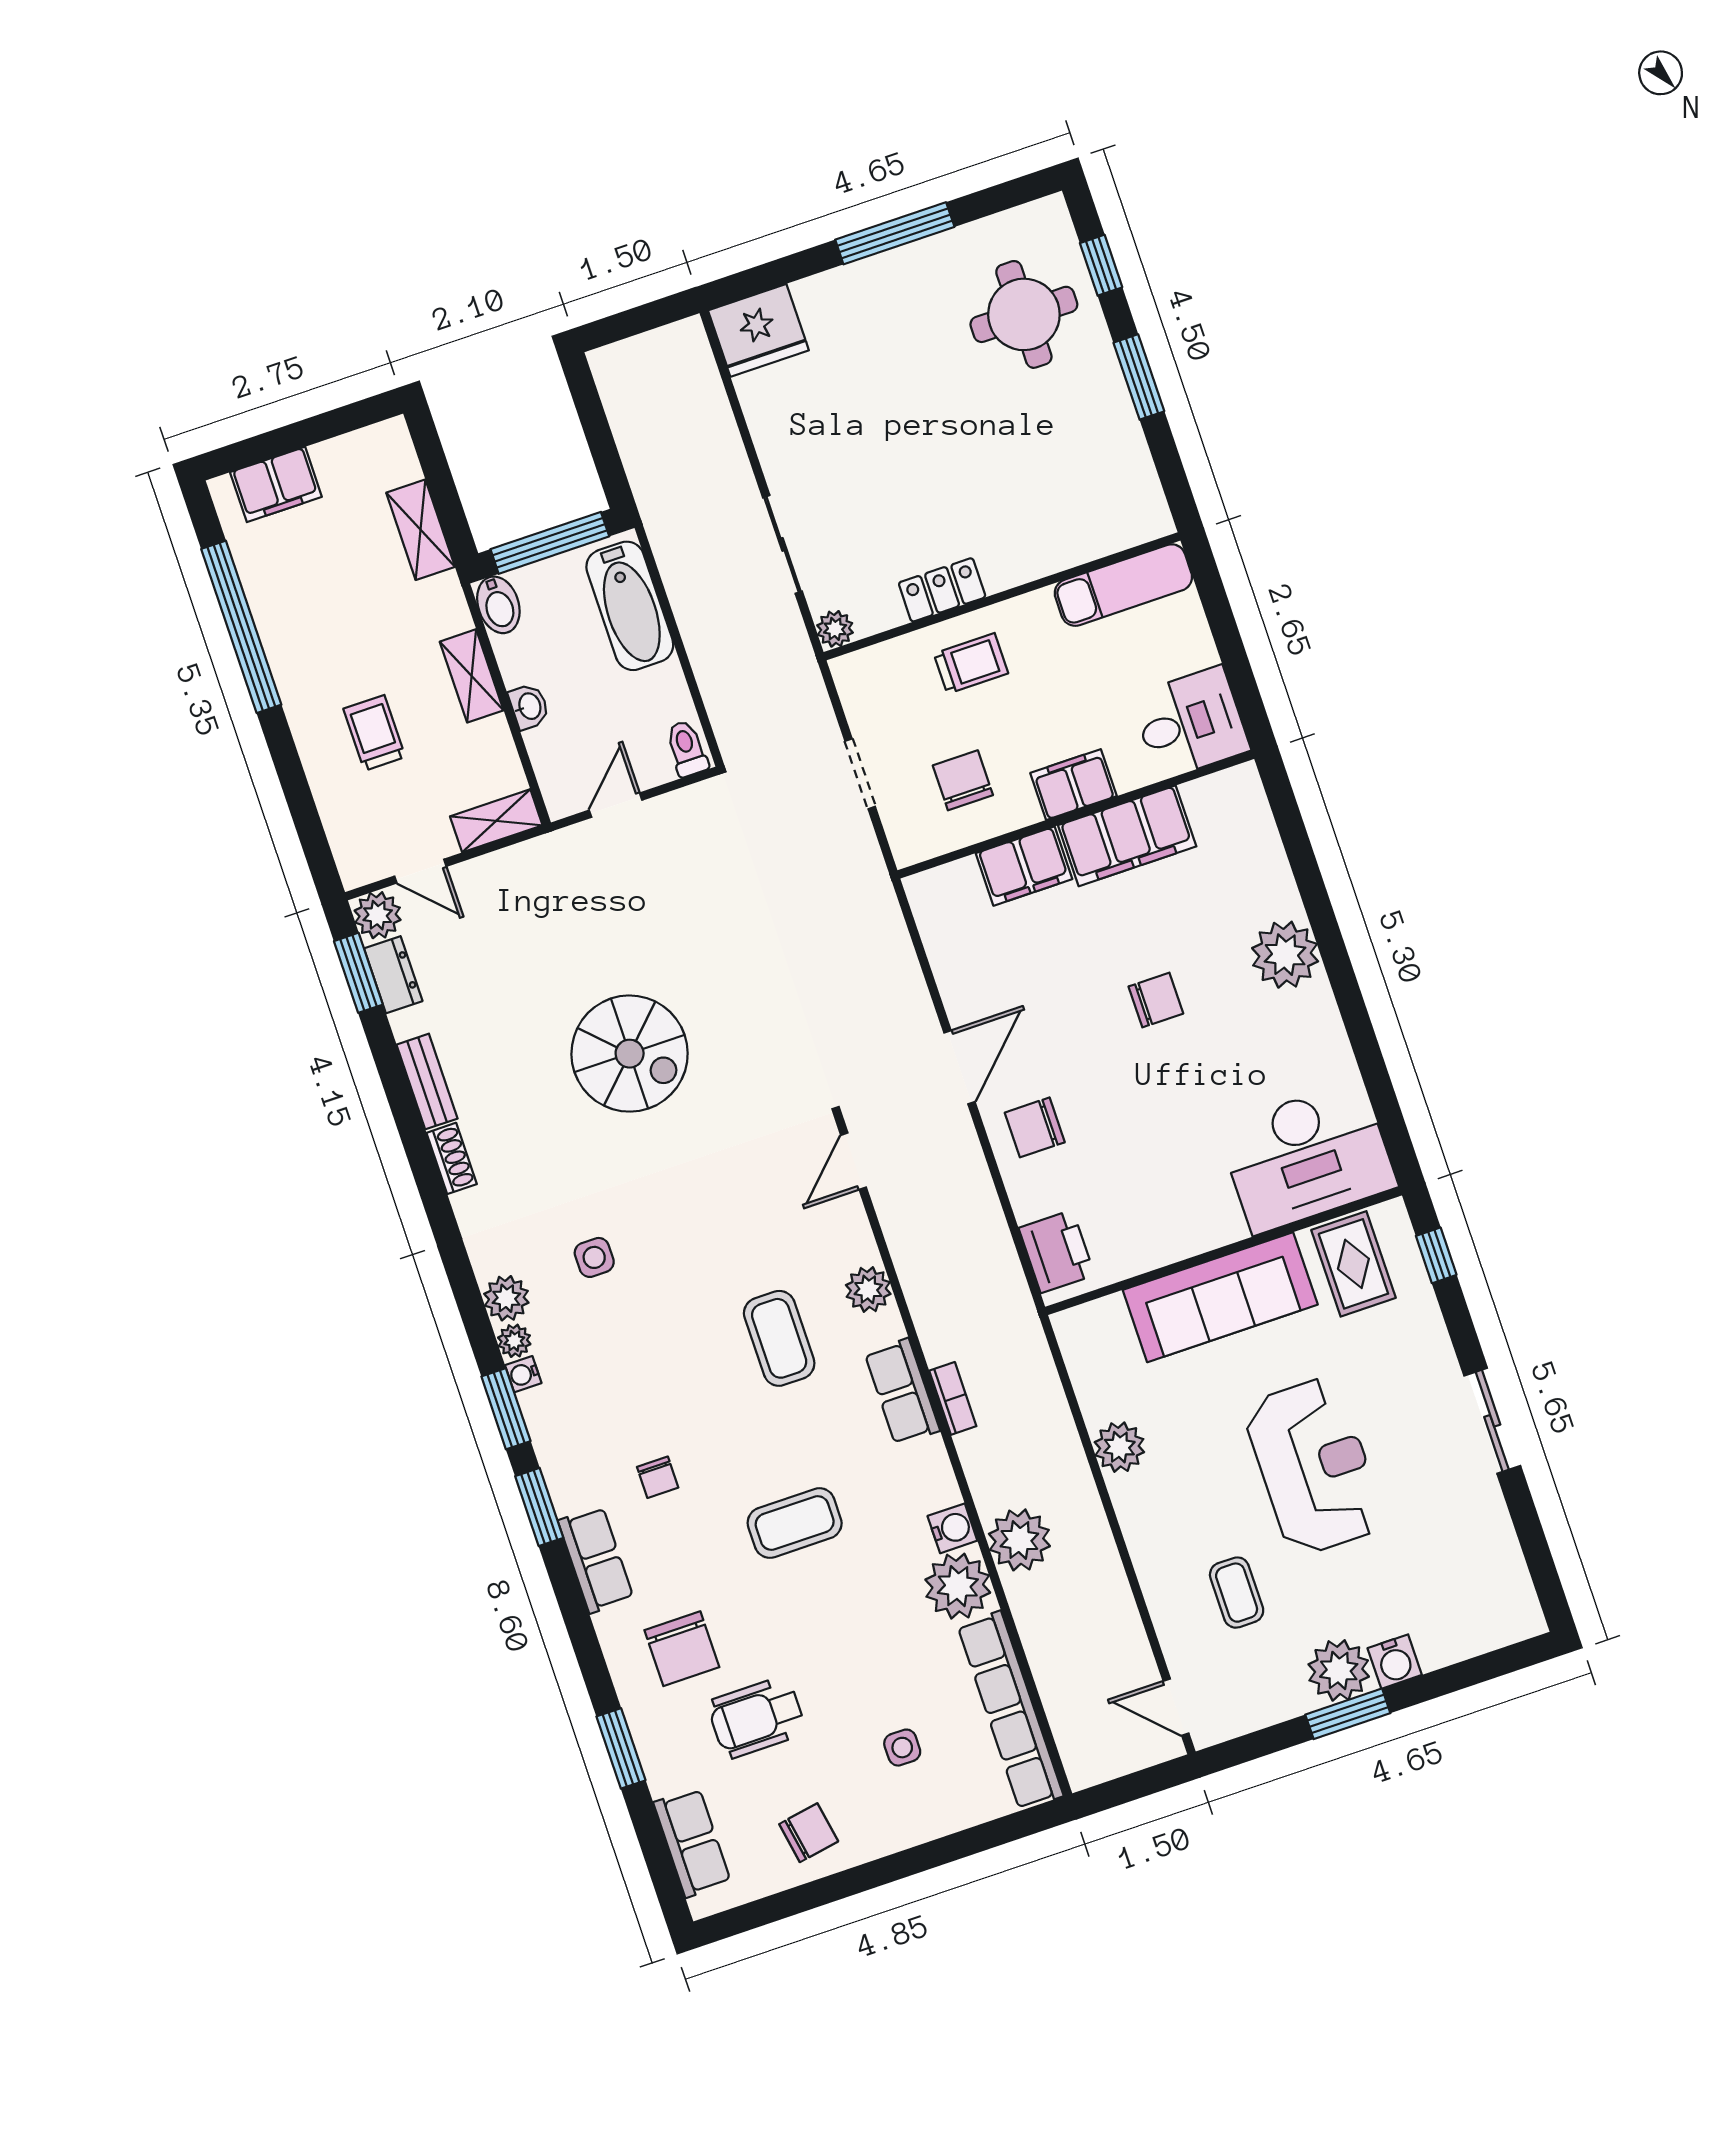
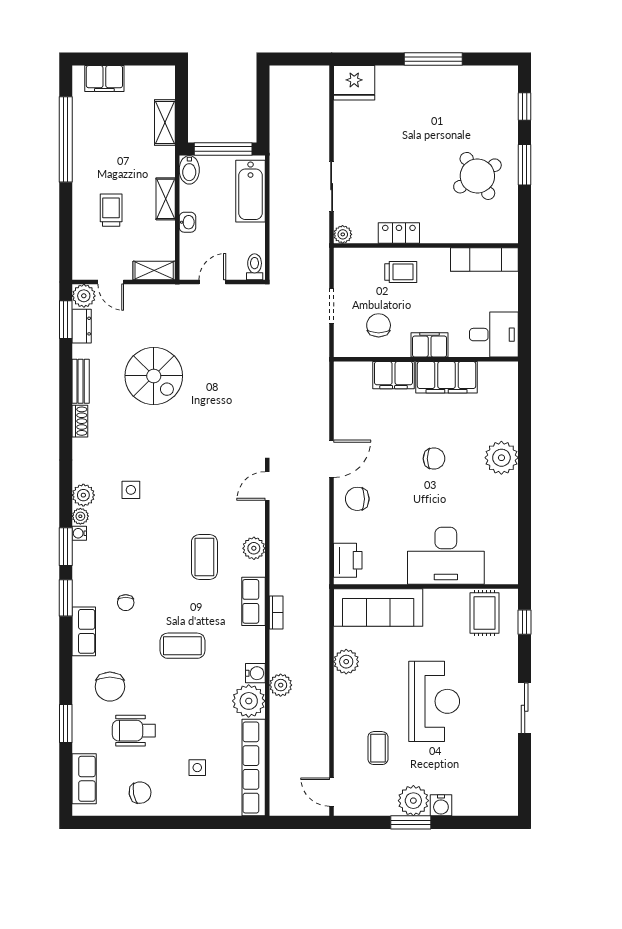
round table: (1024, 314) -> (477, 176), moved, turned -32
spiral stairs: (630, 1054) -> (154, 376), moved
desk: (1307, 1157) -> (446, 556), moved
sofa: (1220, 1297) -> (378, 608), moved
plant: (1019, 1540) -> (281, 685), width x0.73, depth x0.73

